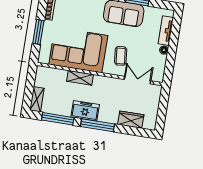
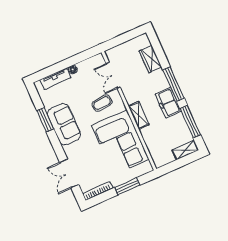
shelving: (80, 78) -> (139, 115), moved

